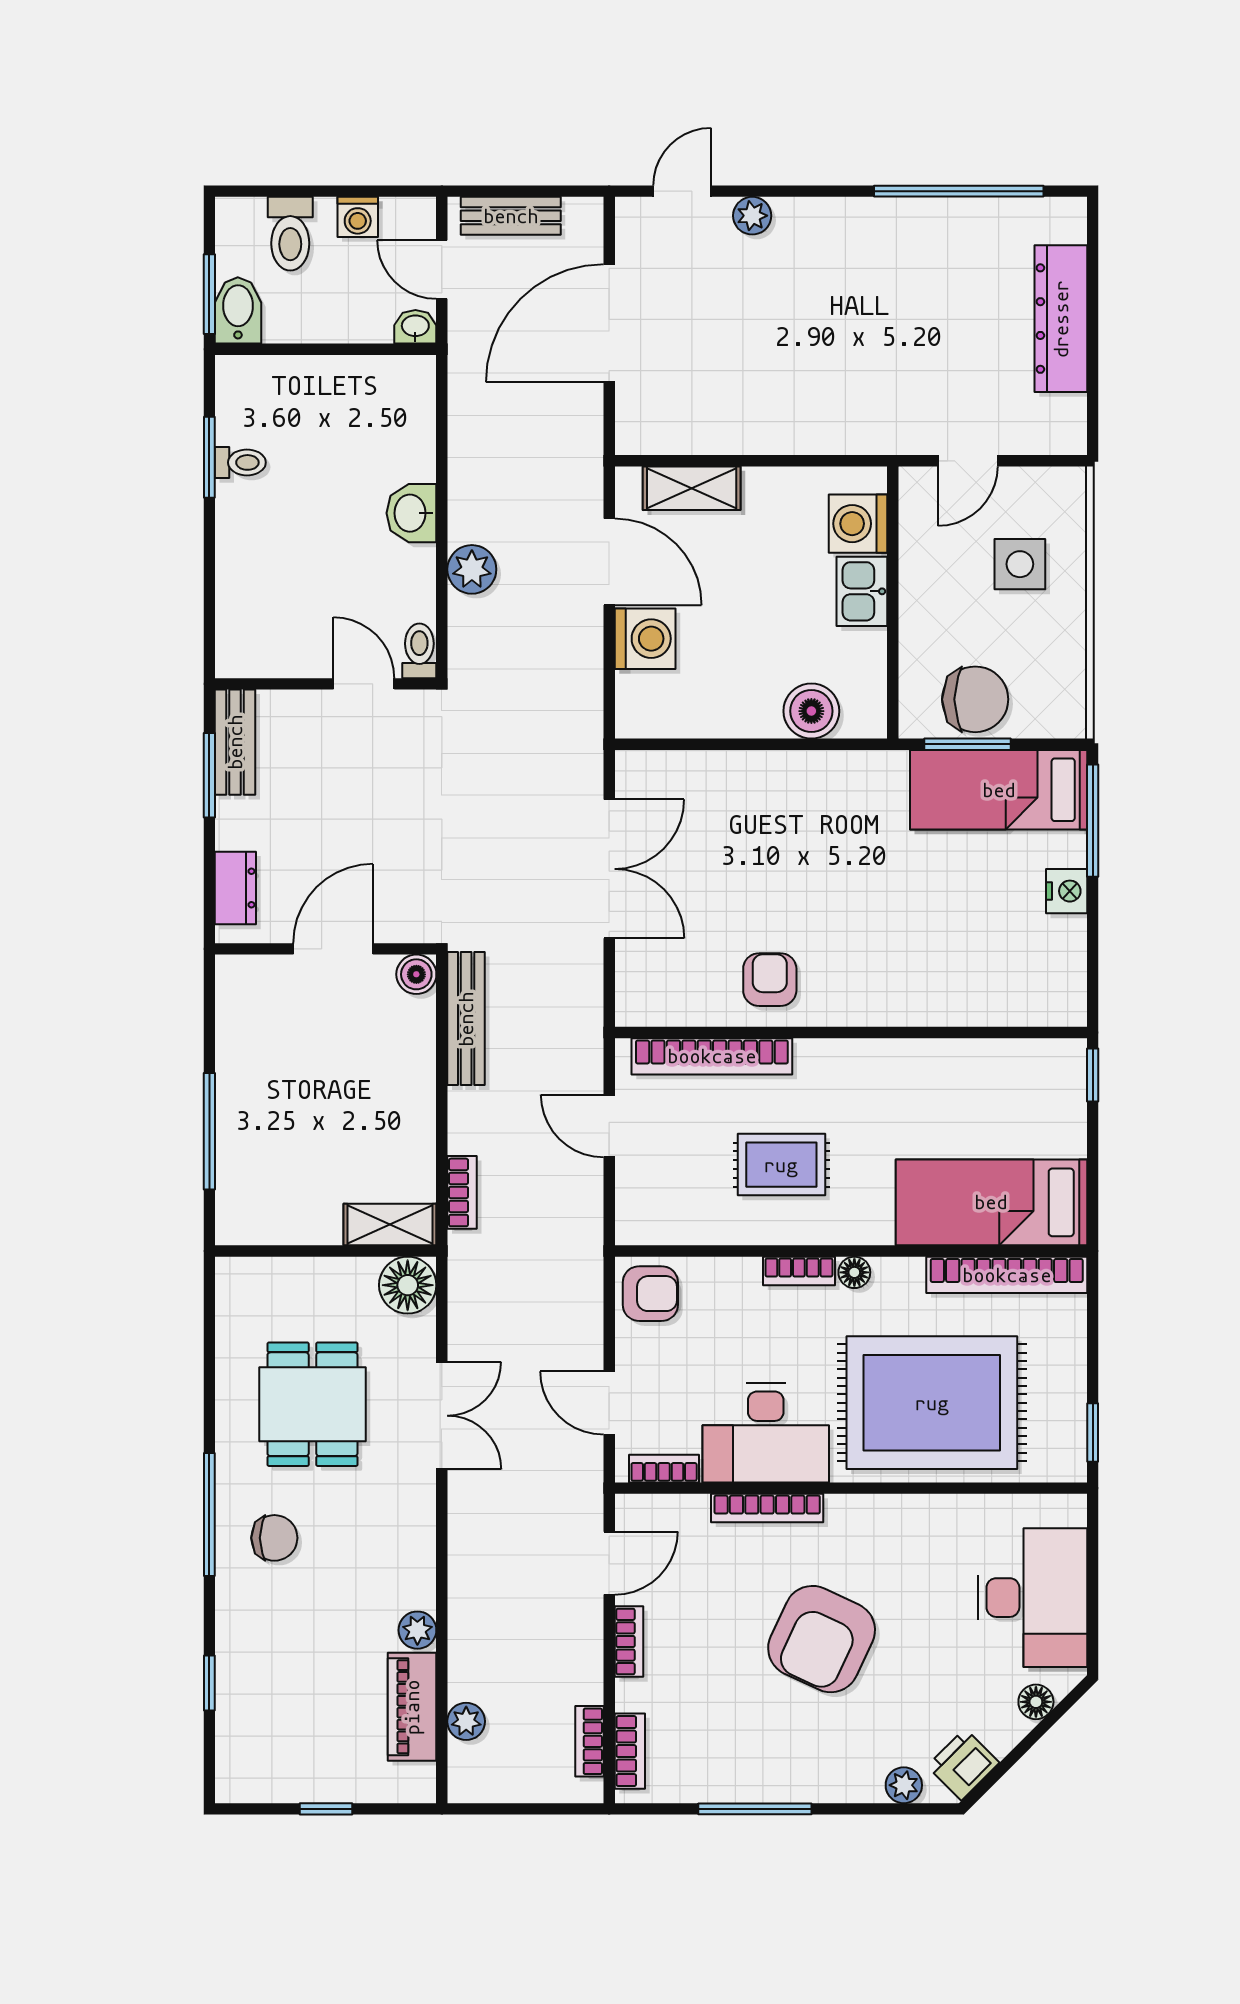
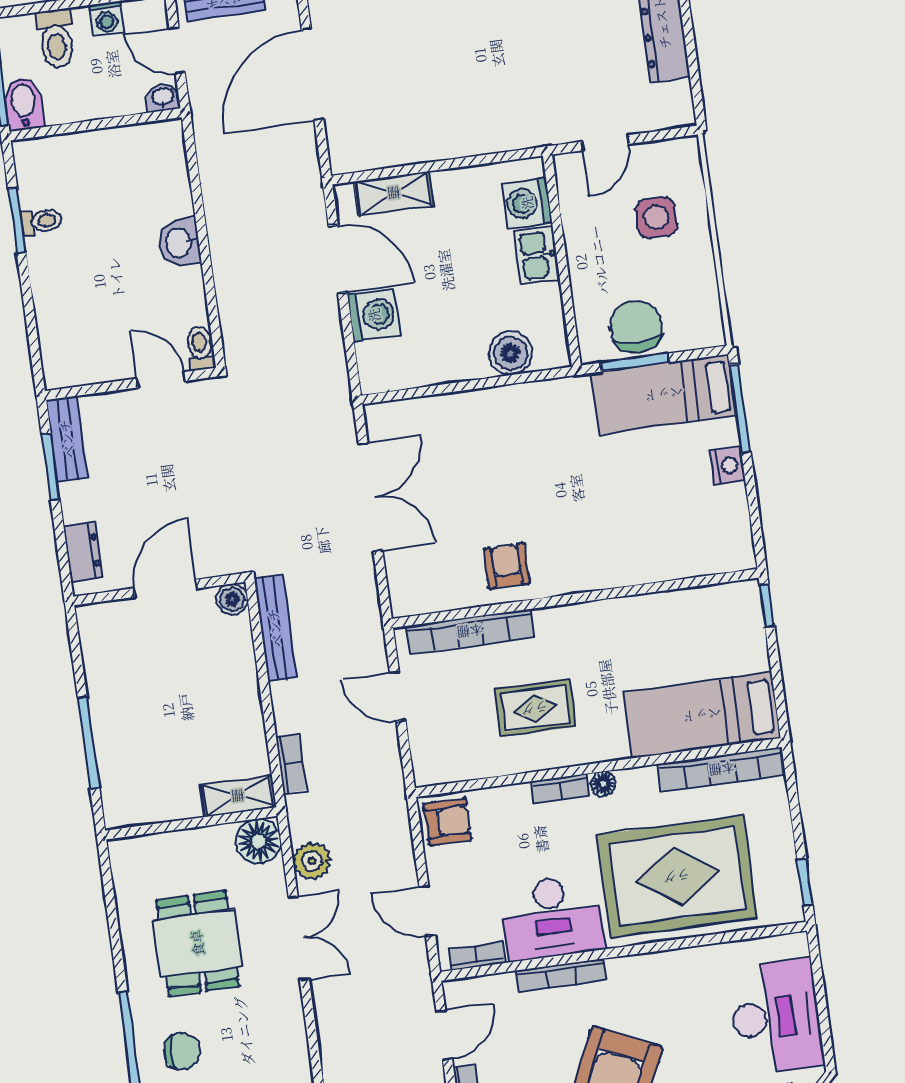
plant: (472, 569) -> (312, 861), moved
chair: (975, 699) -> (636, 327), turned -90

